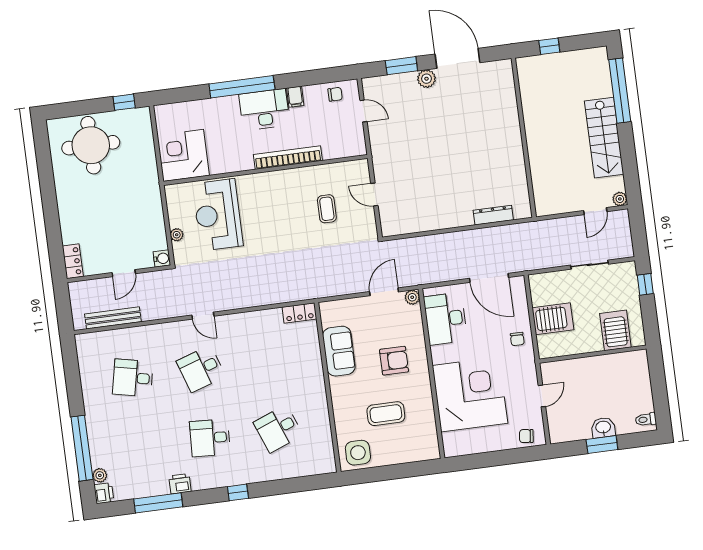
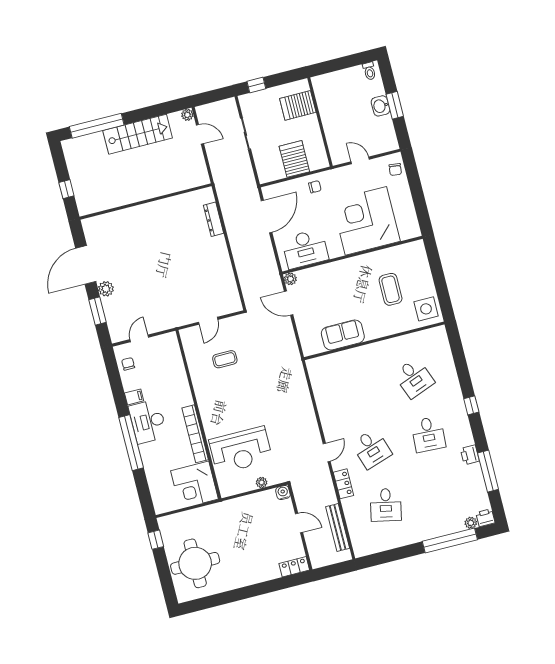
bookcase: (288, 157) -> (195, 434), moved
locker: (299, 313) -> (343, 484), moved
armchair: (394, 361) -> (345, 288), removed

